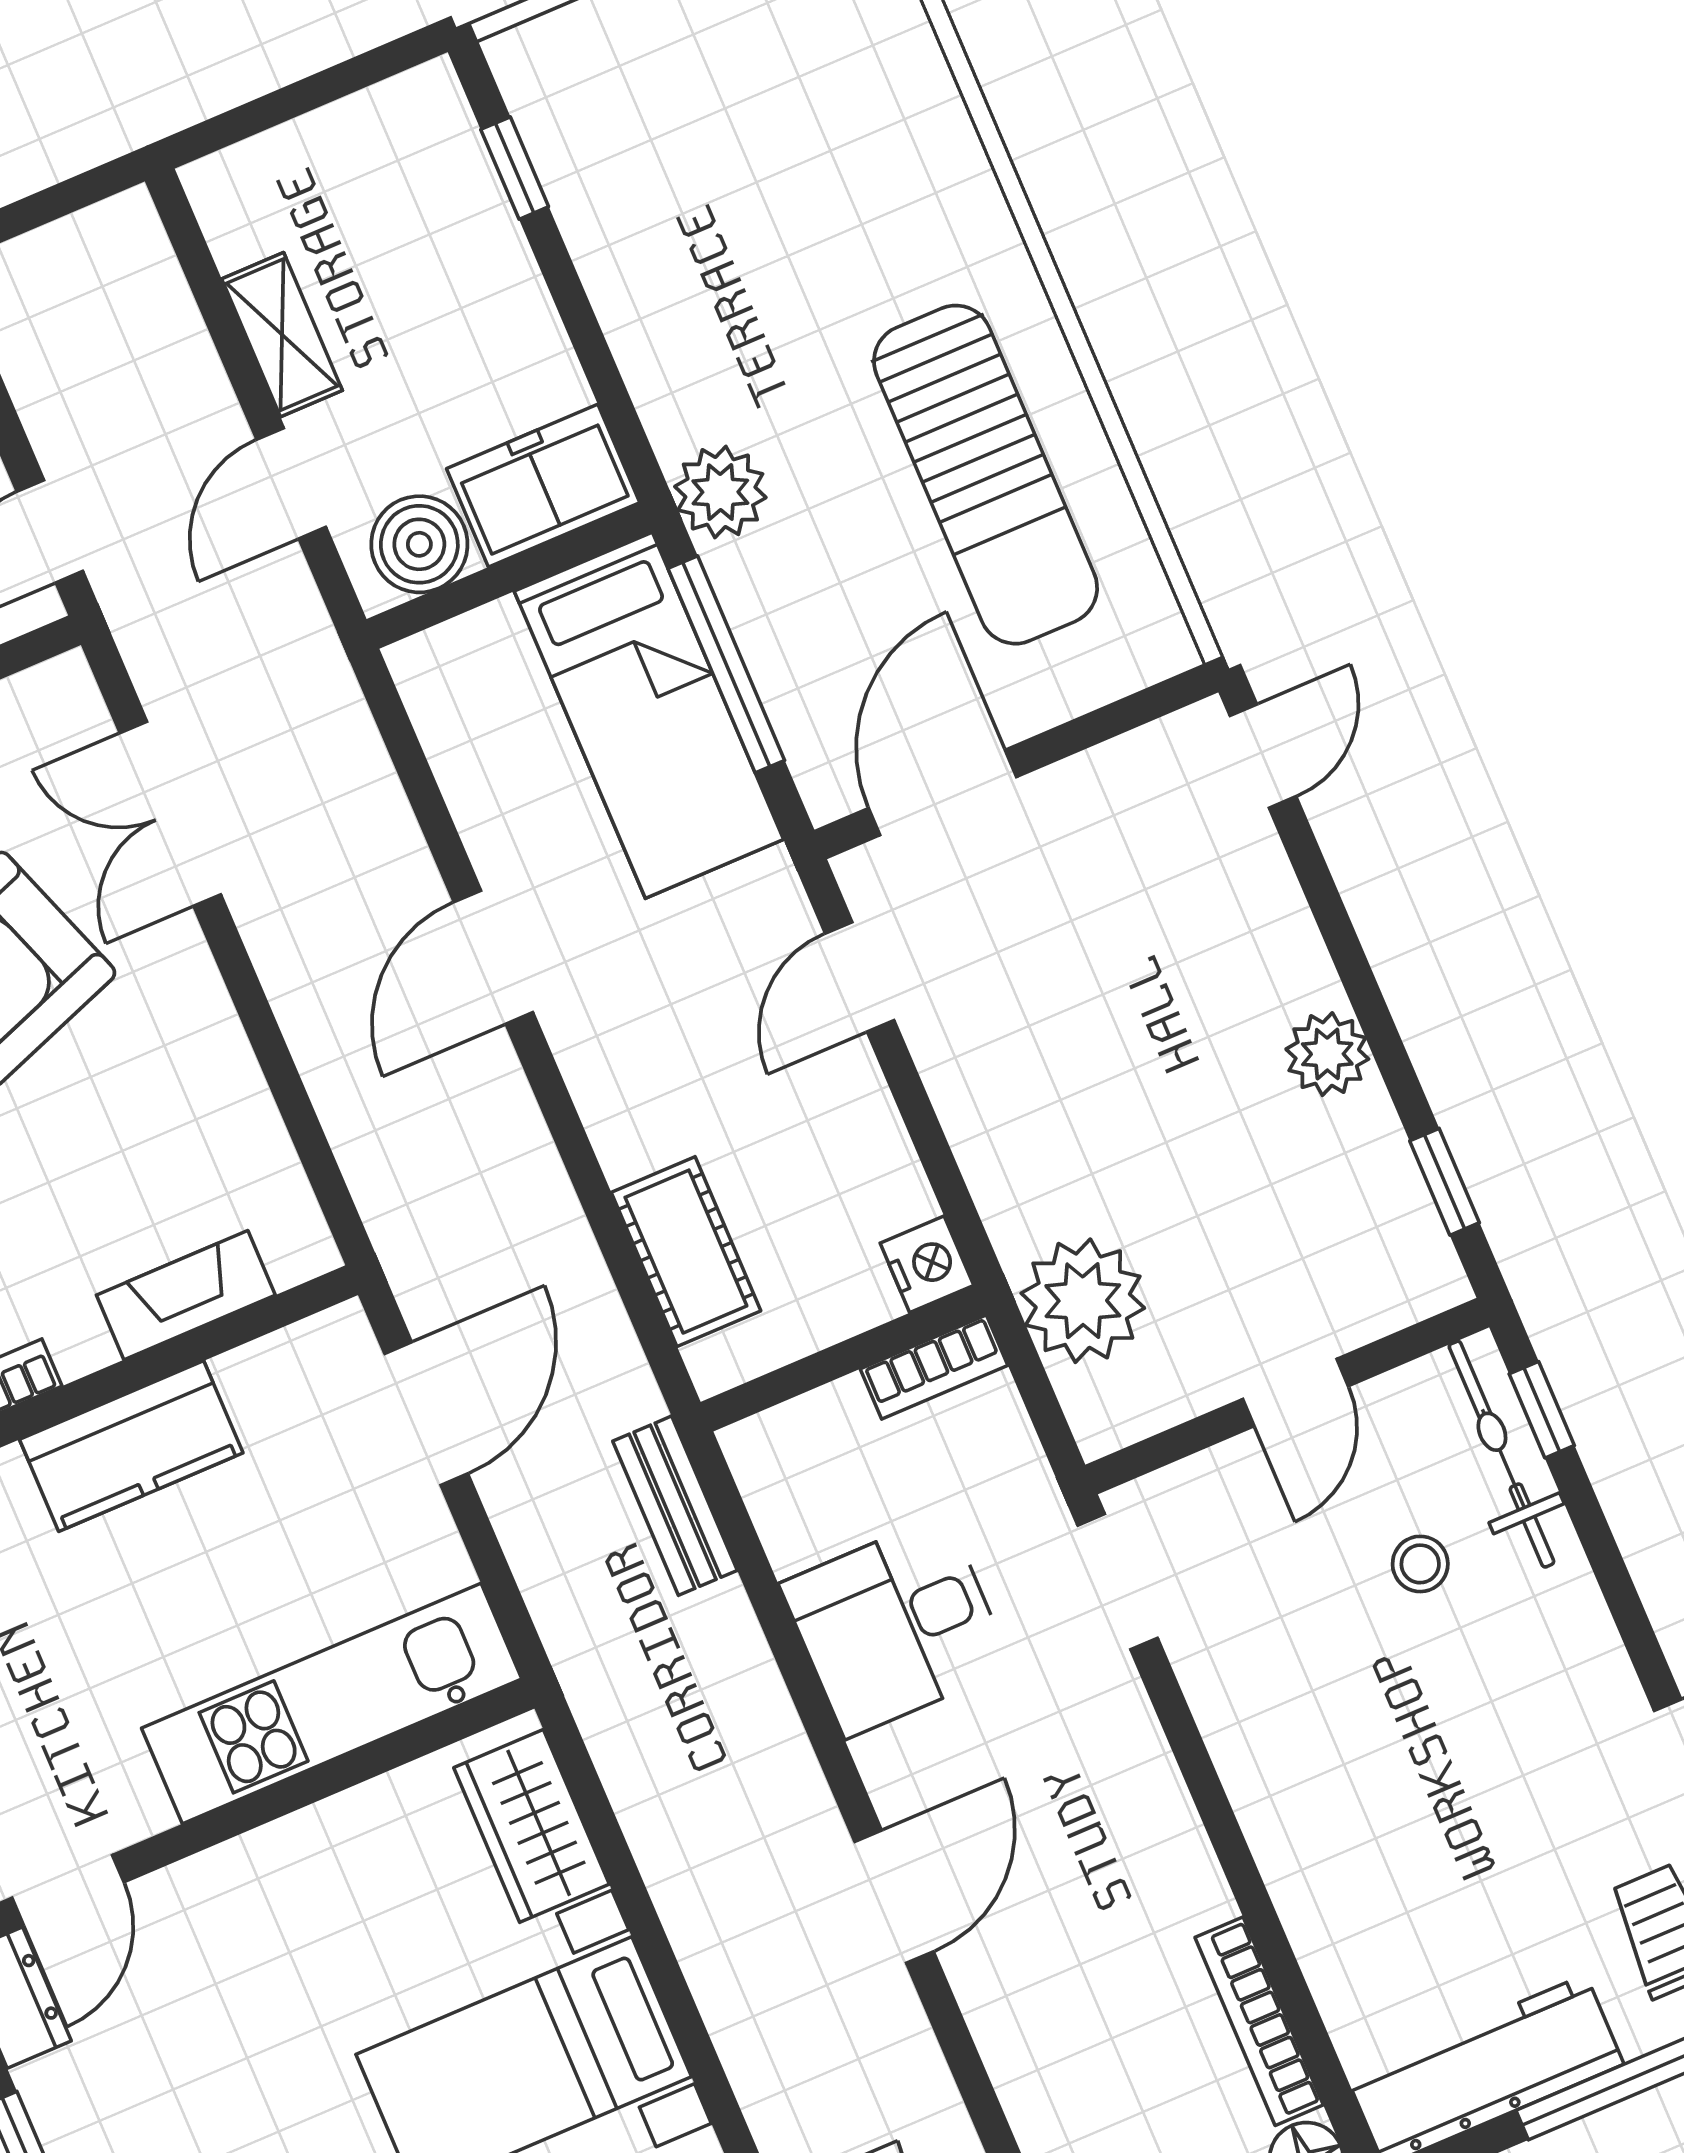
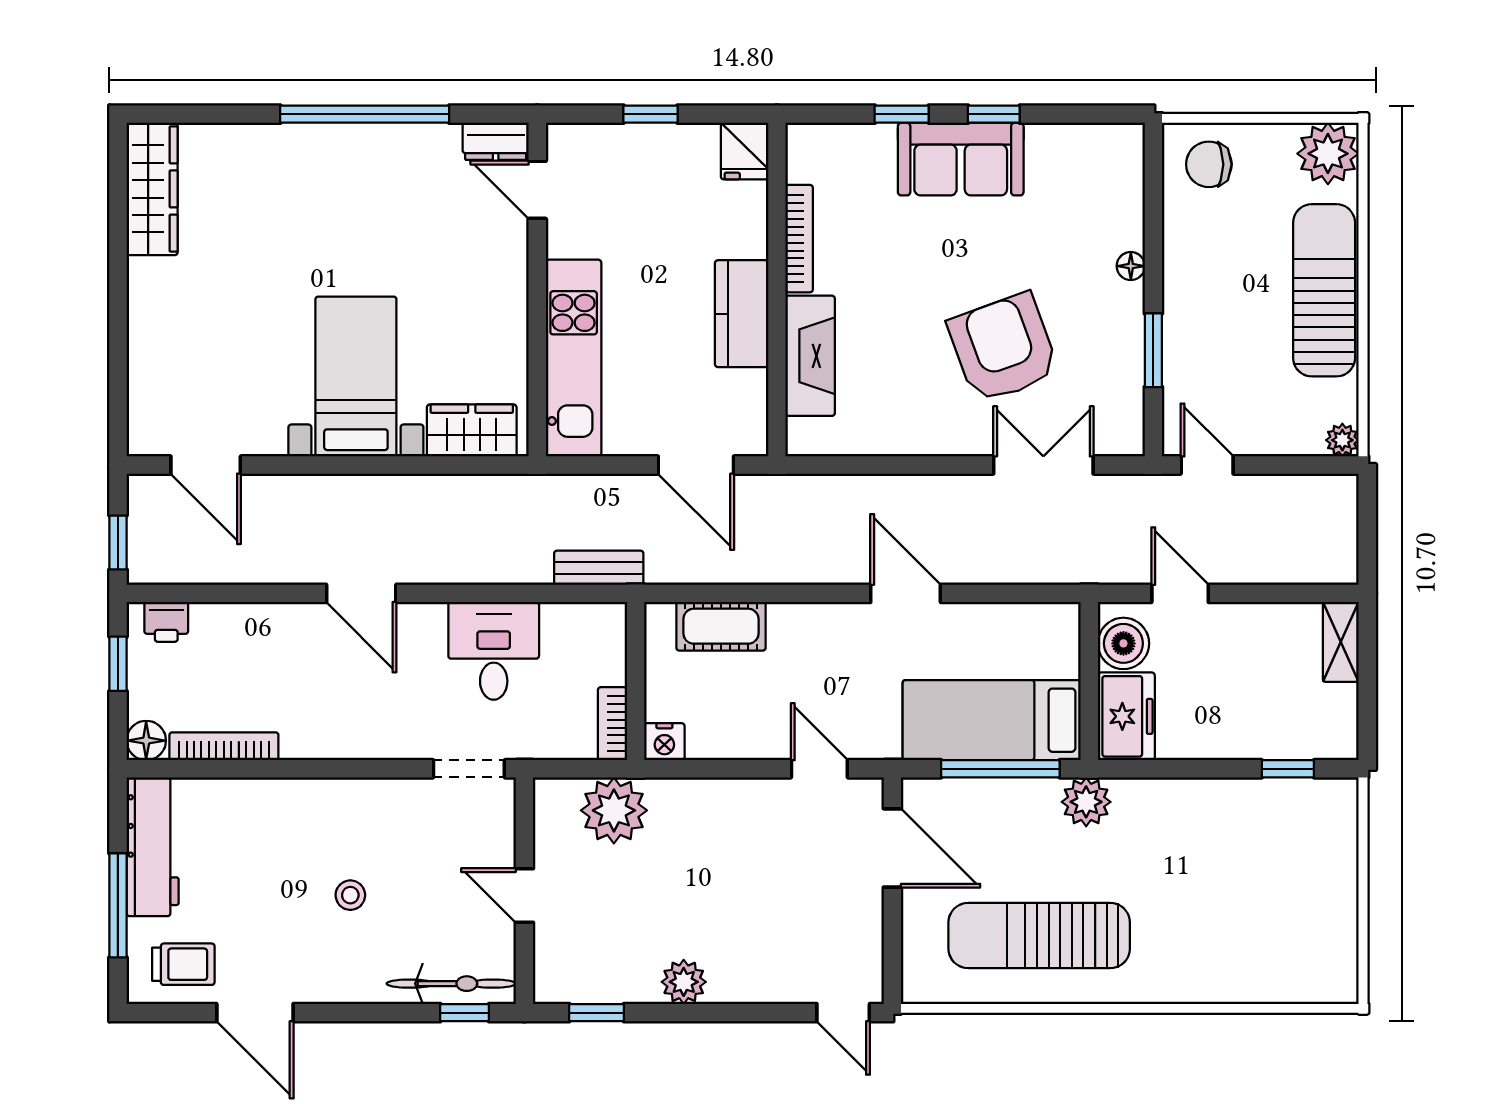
shelving: (282, 335) -> (1341, 642), moved, turned 90
fireplace: (186, 1295) -> (810, 356), width x1.37, depth x1.32
stool: (1420, 1564) -> (350, 895), moved

